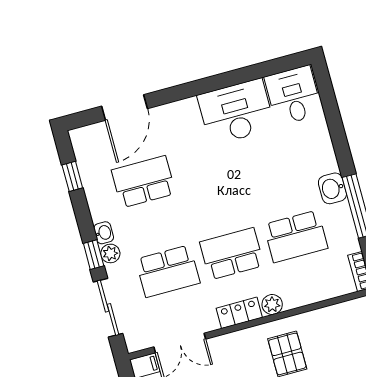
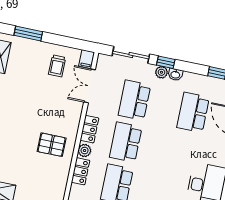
school desk: (143, 182) -> (193, 112), turned 180
school desk: (232, 254) -> (126, 142), turned 180
locker: (304, 295) -> (80, 171), added

